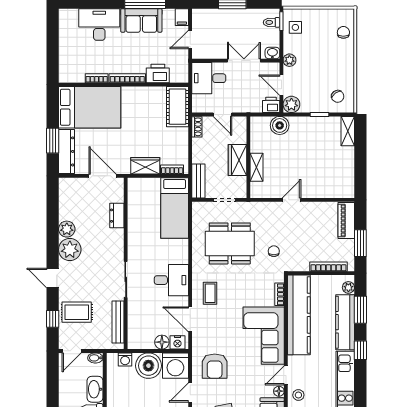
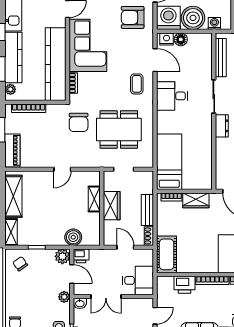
shelving: (345, 170) -> (13, 196), added
bench: (198, 181) -> (147, 210), moved
dresser: (117, 216) -> (222, 126), moved
chair: (274, 251) -> (79, 122), width x1.87, depth x1.87
armchair: (215, 366) -> (133, 17), turned -90

